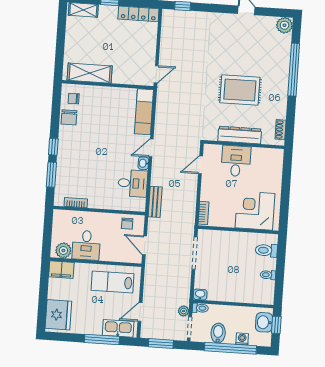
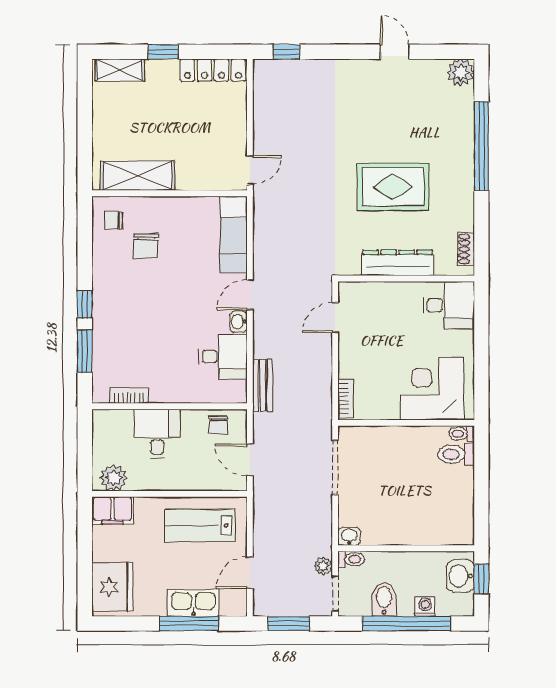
chair: (69, 117) -> (146, 246), moved
desk: (236, 161) -> (449, 305), moved, turned 90
desk: (86, 245) -> (157, 434), moved, turned 180
toilet: (268, 275) -> (462, 434), moved
kitchen sink: (118, 328) -> (193, 603), moved

